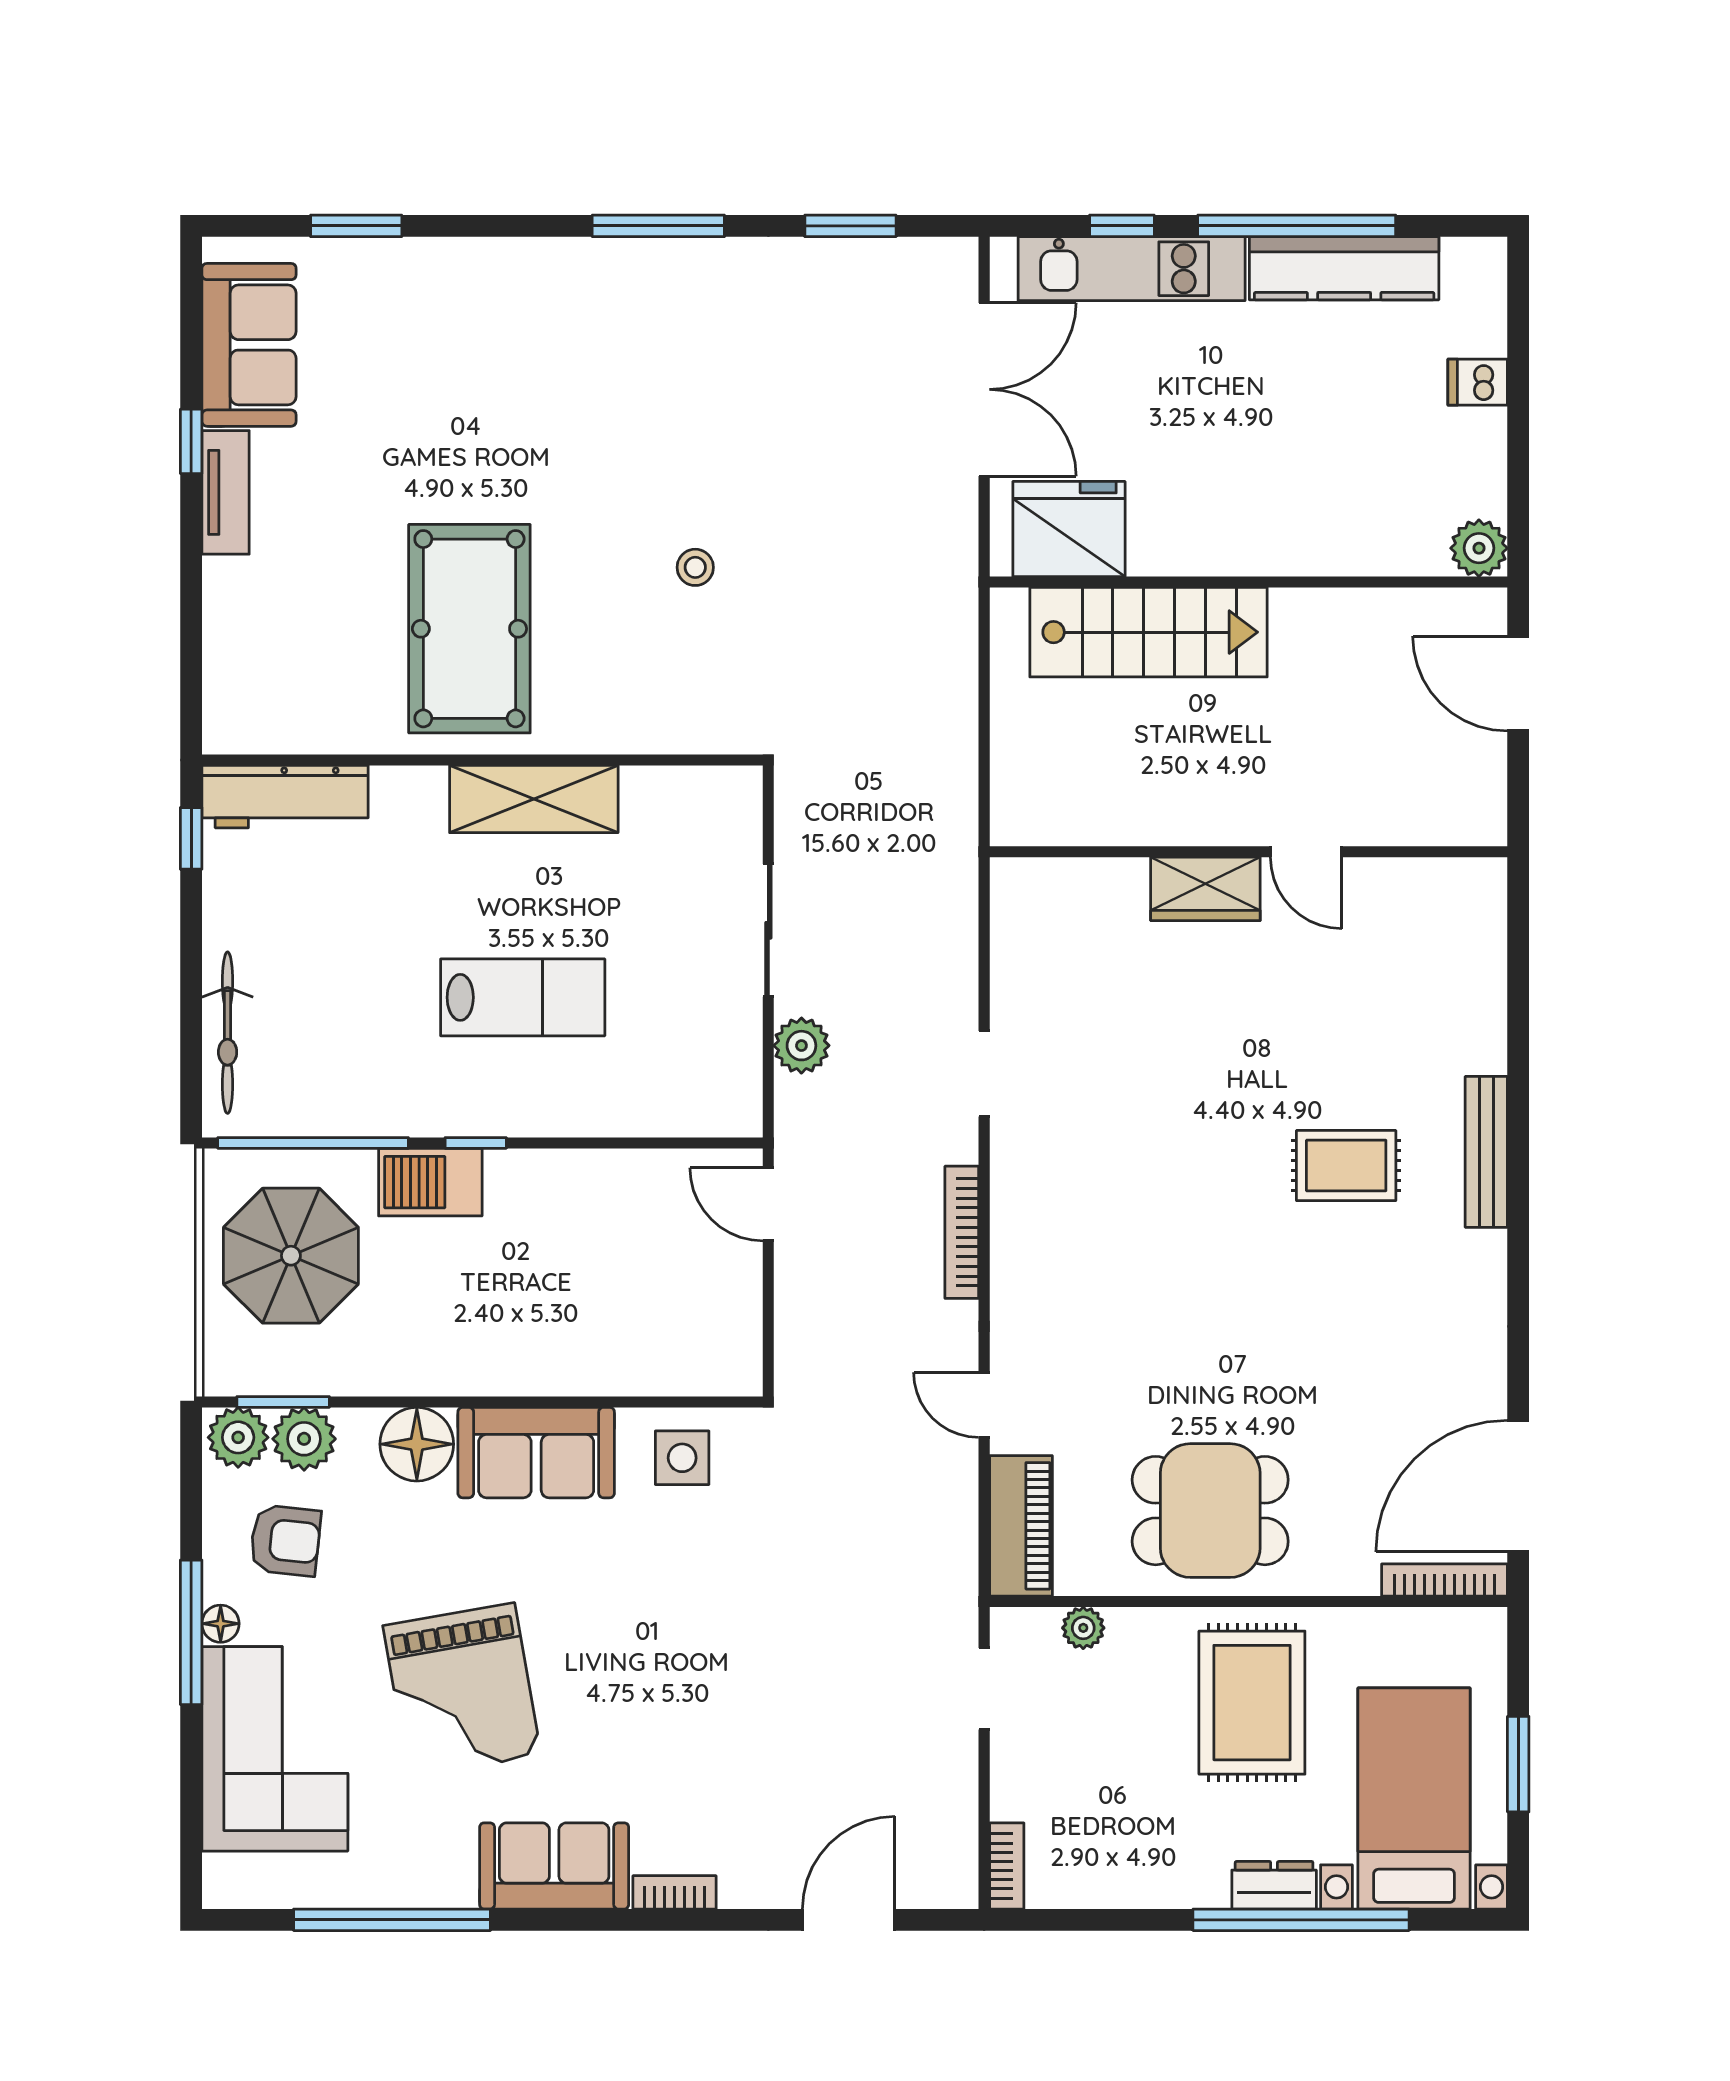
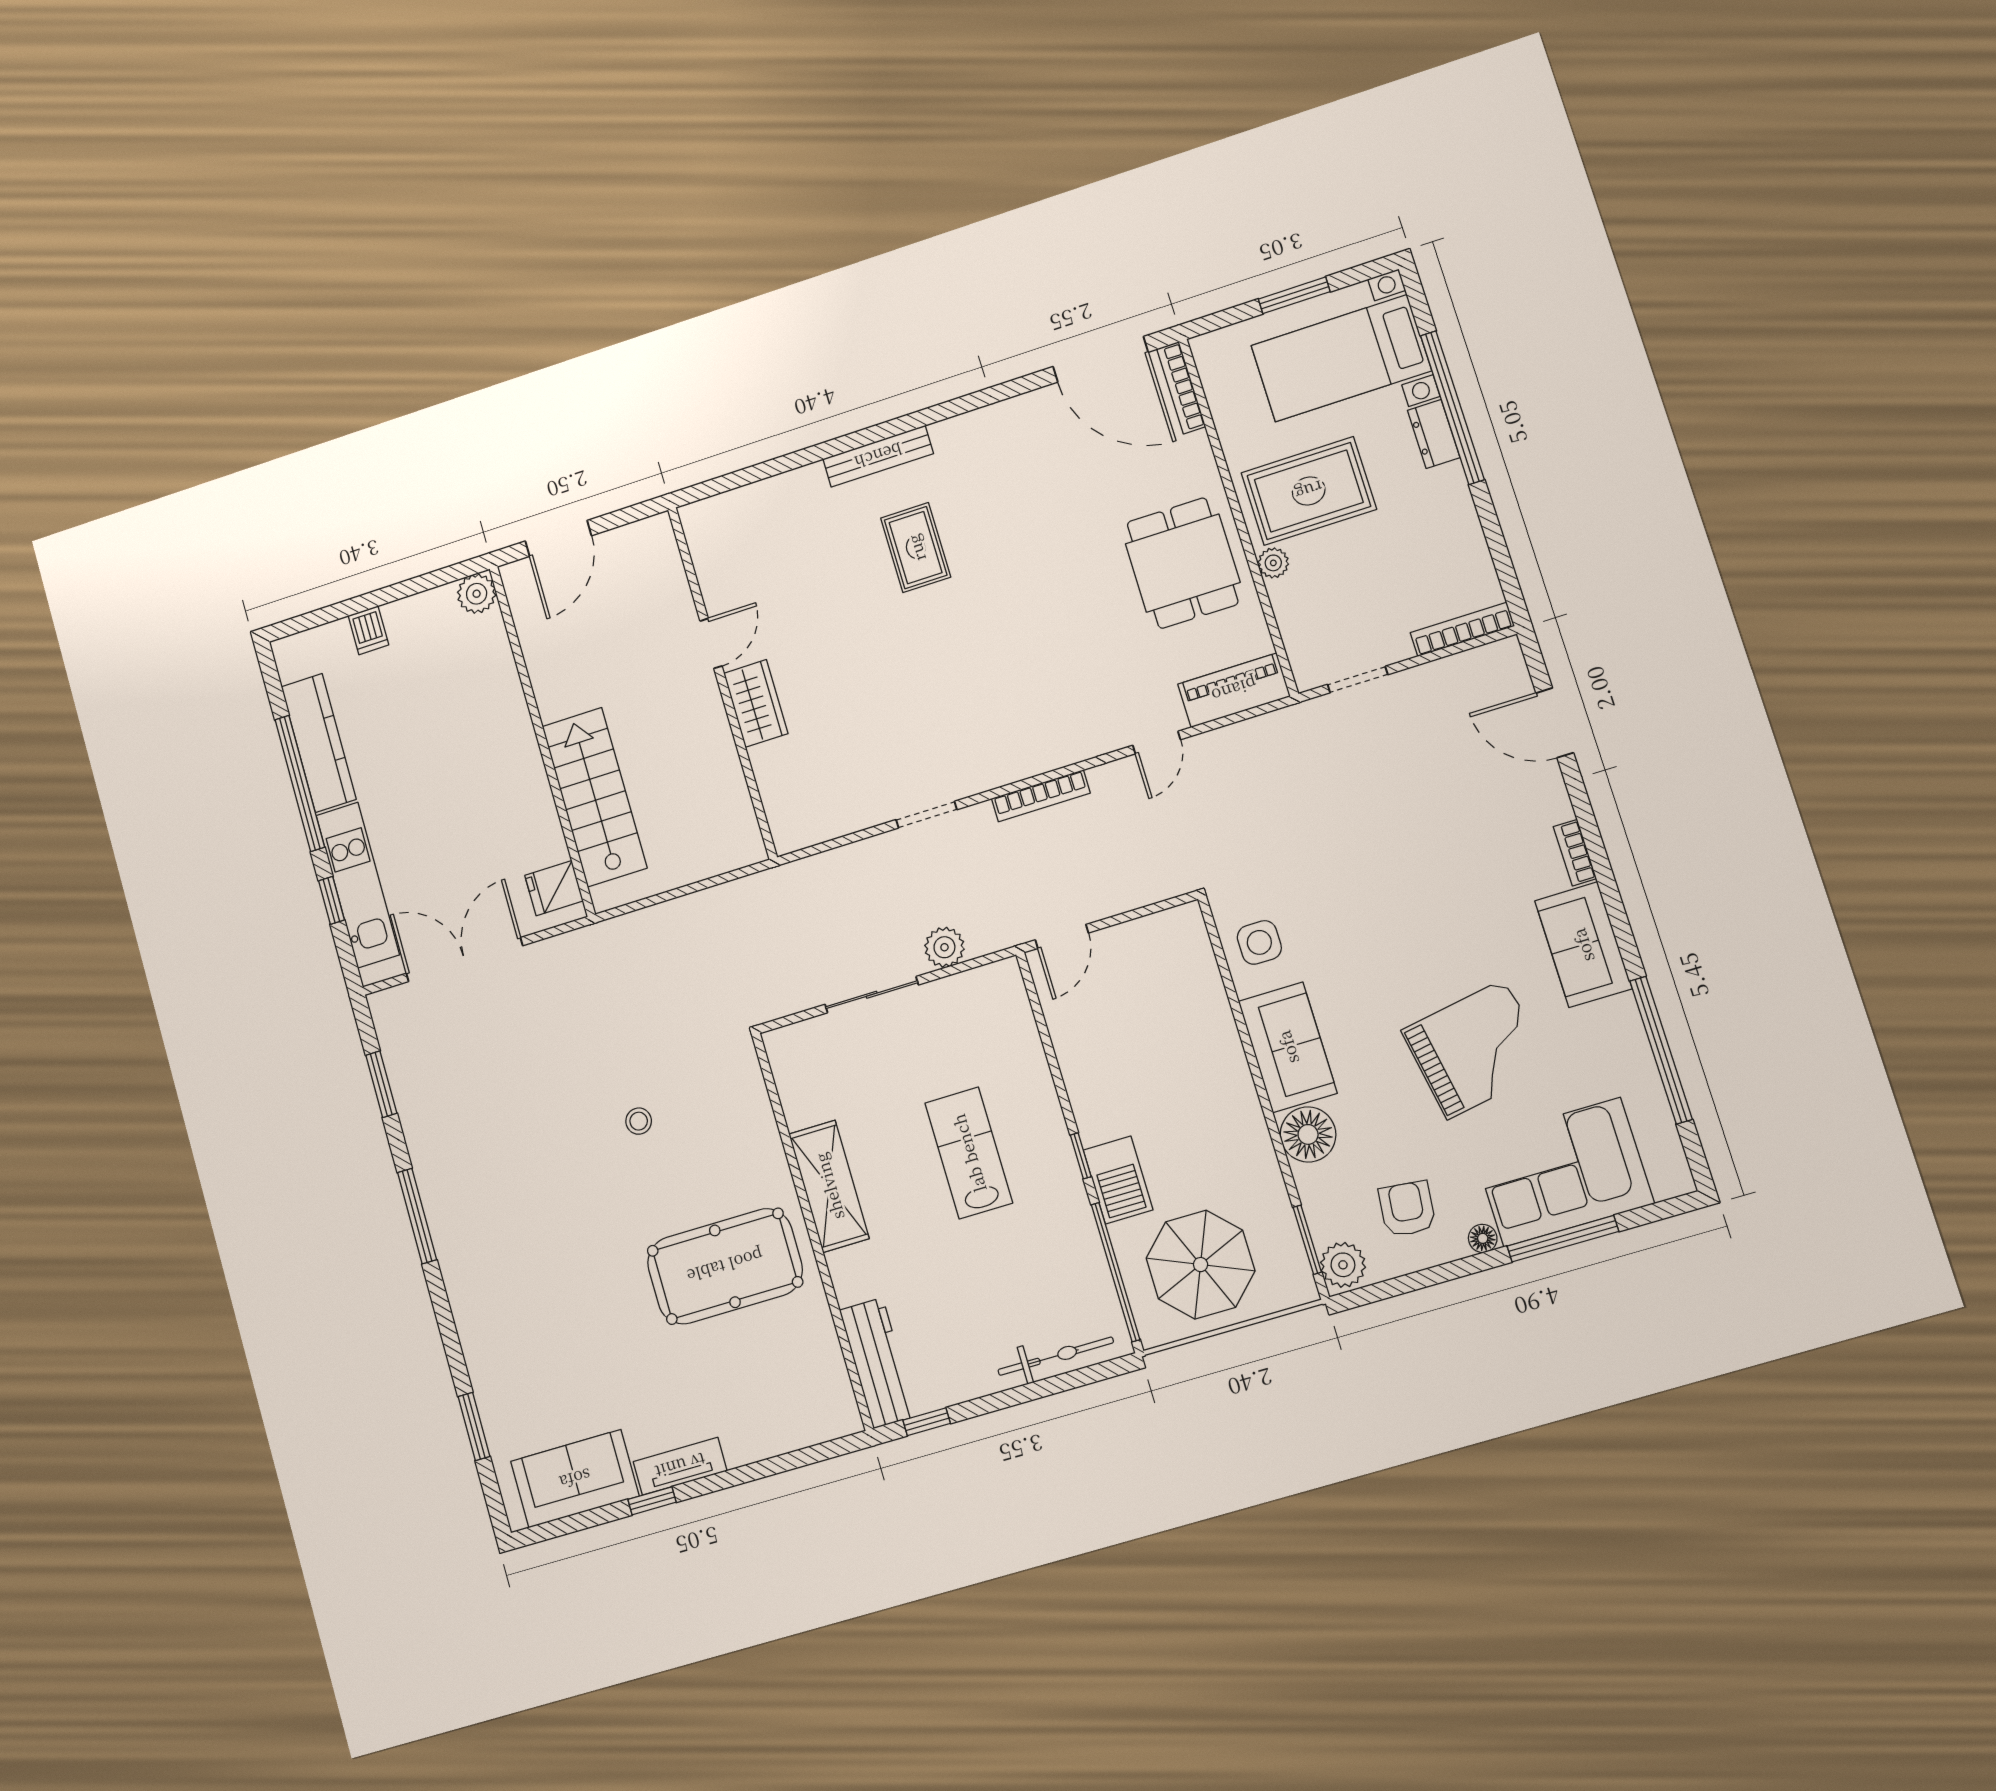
fridge: (1069, 529) -> (554, 888), width x0.53, depth x0.75
plant: (304, 1439) -> (1329, 1217), removed
plant: (1083, 1628) -> (1273, 563), moved
window: (191, 1632) -> (1563, 1239), moved
bookcase: (1007, 1866) -> (1462, 629), width x1.56

